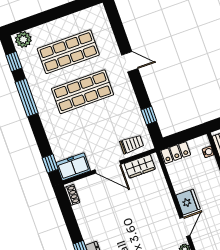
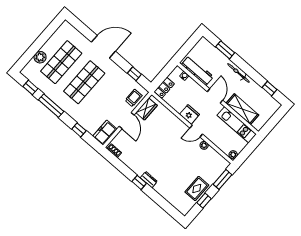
plant: (23, 39) -> (40, 57), moved
door: (130, 62) -> (103, 47), width x1.87
window: (50, 164) -> (79, 130), moved
door: (108, 167) -> (127, 121), hinge flipped
door: (185, 227) -> (196, 131), swing flipped

